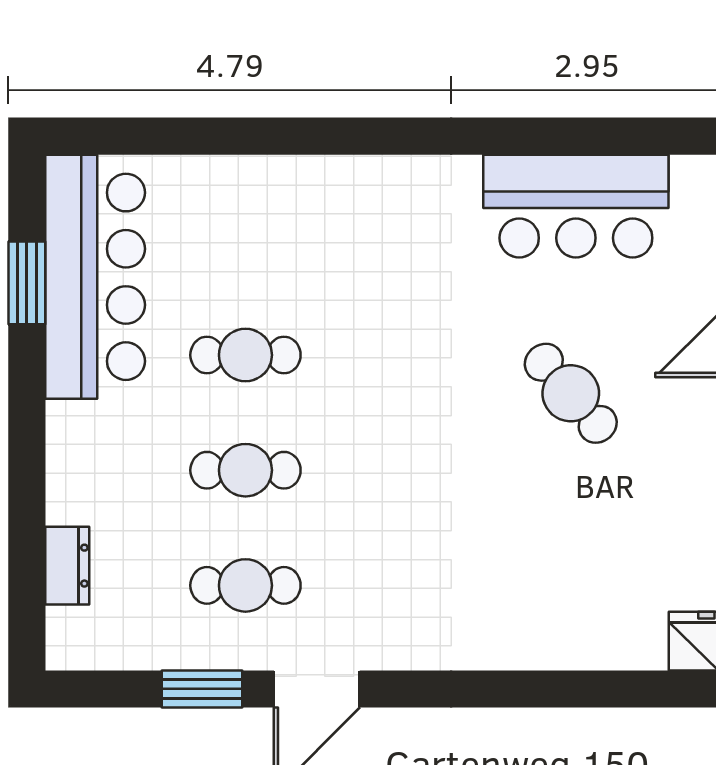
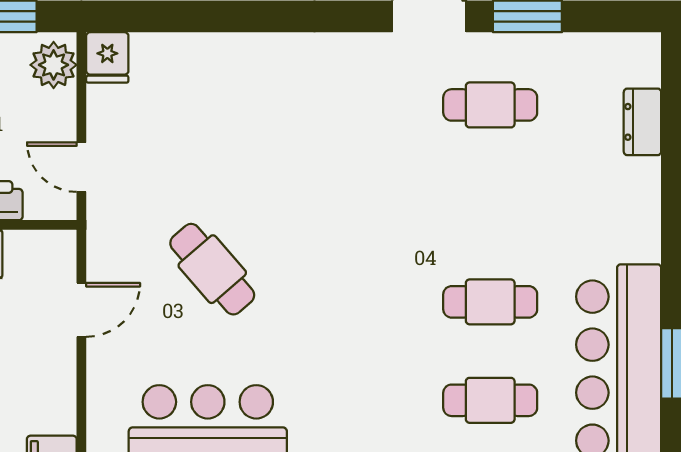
cafe table: (245, 470) -> (490, 400), moved

